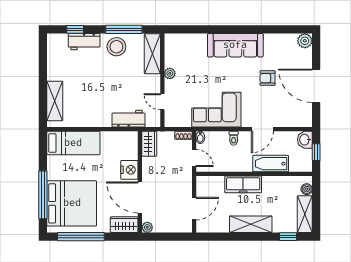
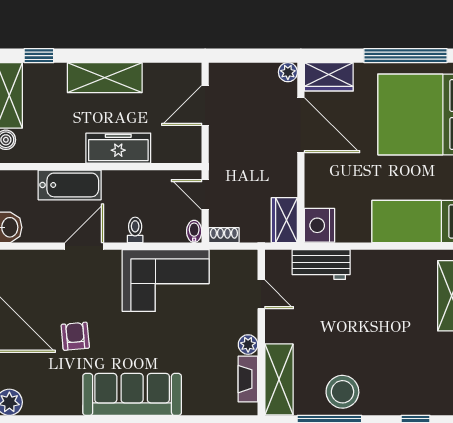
workbench: (84, 42) -> (400, 401), removed
fireplace: (170, 54) -> (248, 379), added
armchair: (267, 78) -> (75, 336), turned -95
nightstand: (129, 170) -> (320, 225), moved

